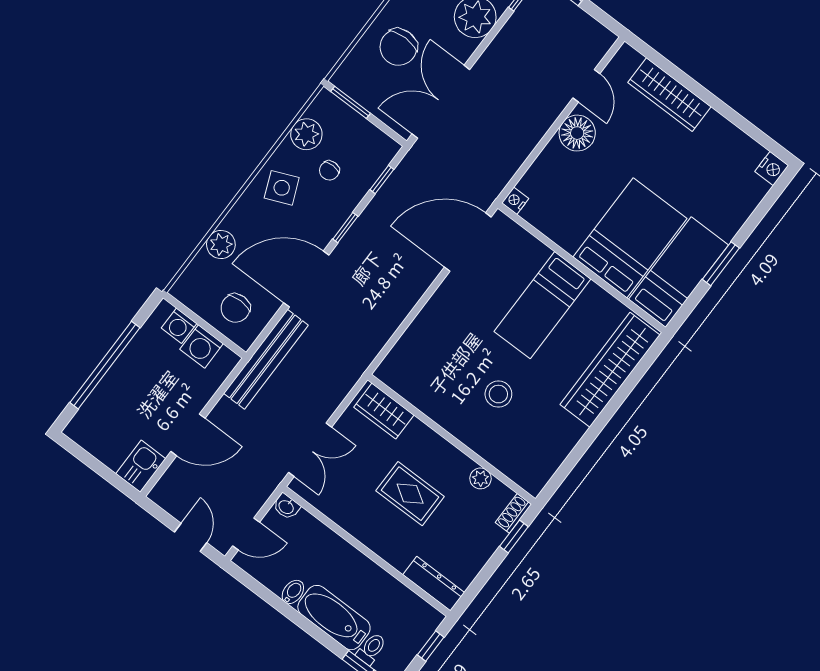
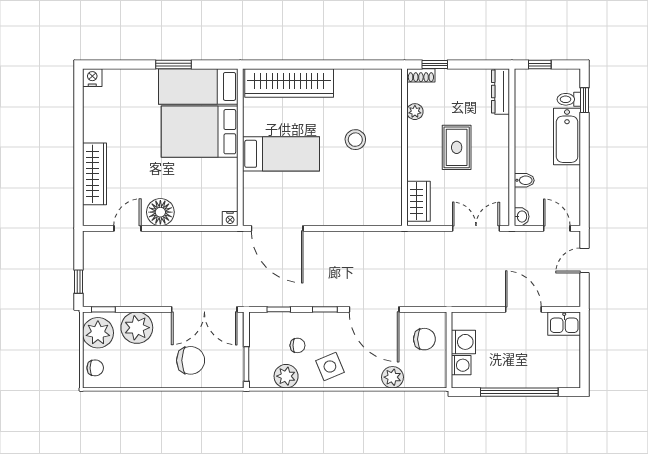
bench: (266, 359) -> (441, 297), removed
bidet: (293, 592) -> (524, 180), moved, turned 180

